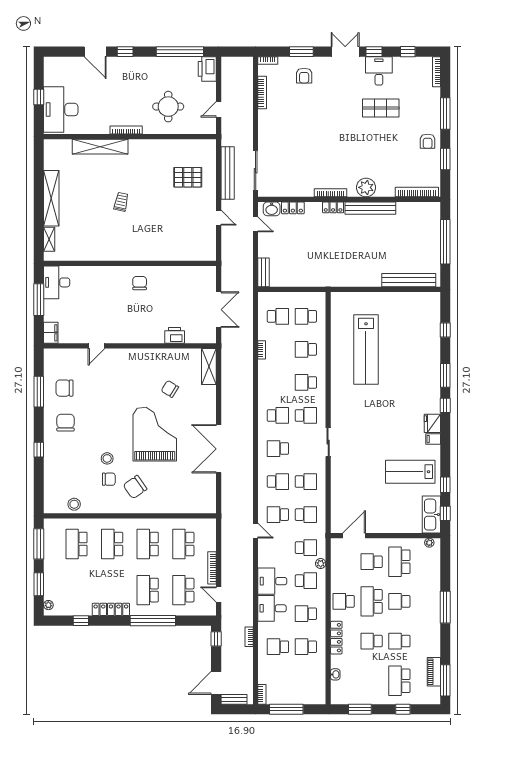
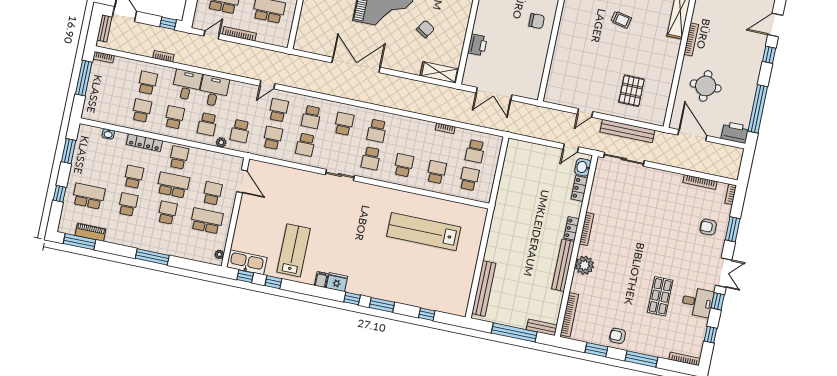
door: (219, 109) -> (692, 135), width x1.87
bench: (264, 272) -> (542, 327), moved
school desk: (306, 515) -> (273, 138), turned 180

